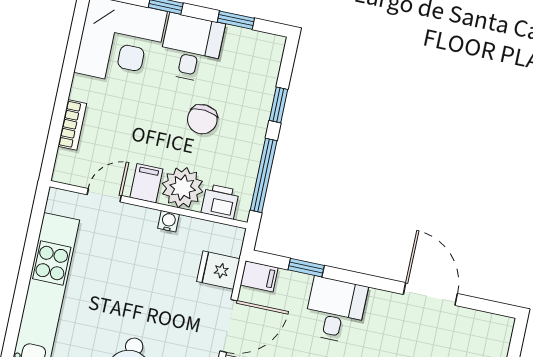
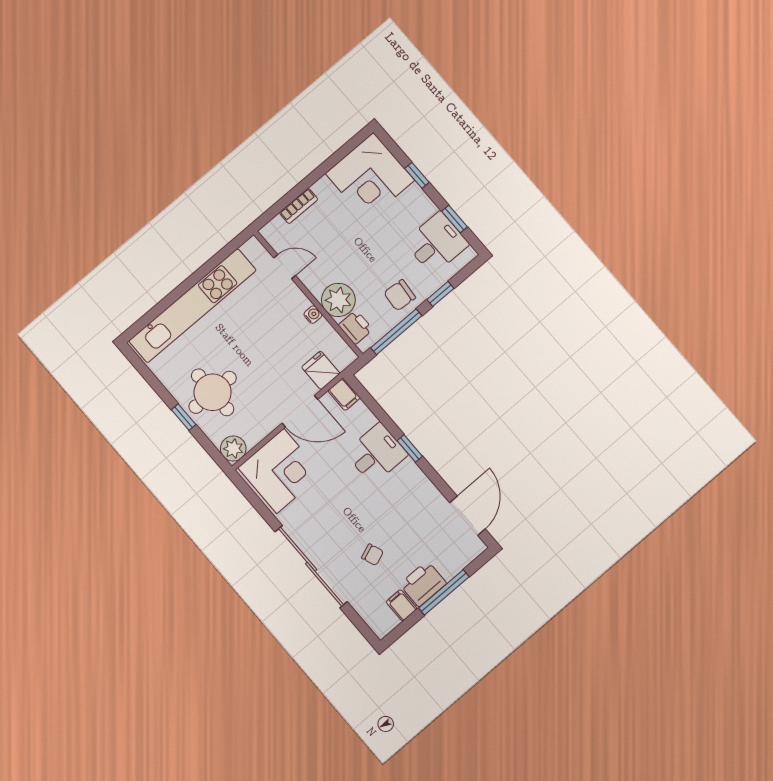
desk: (191, 48) -> (436, 243), moved
chair: (202, 119) -> (400, 295), moved
filing cabinet: (146, 183) -> (317, 280), removed
window: (306, 268) -> (410, 448), moved
door: (430, 294) -> (467, 516), moved

